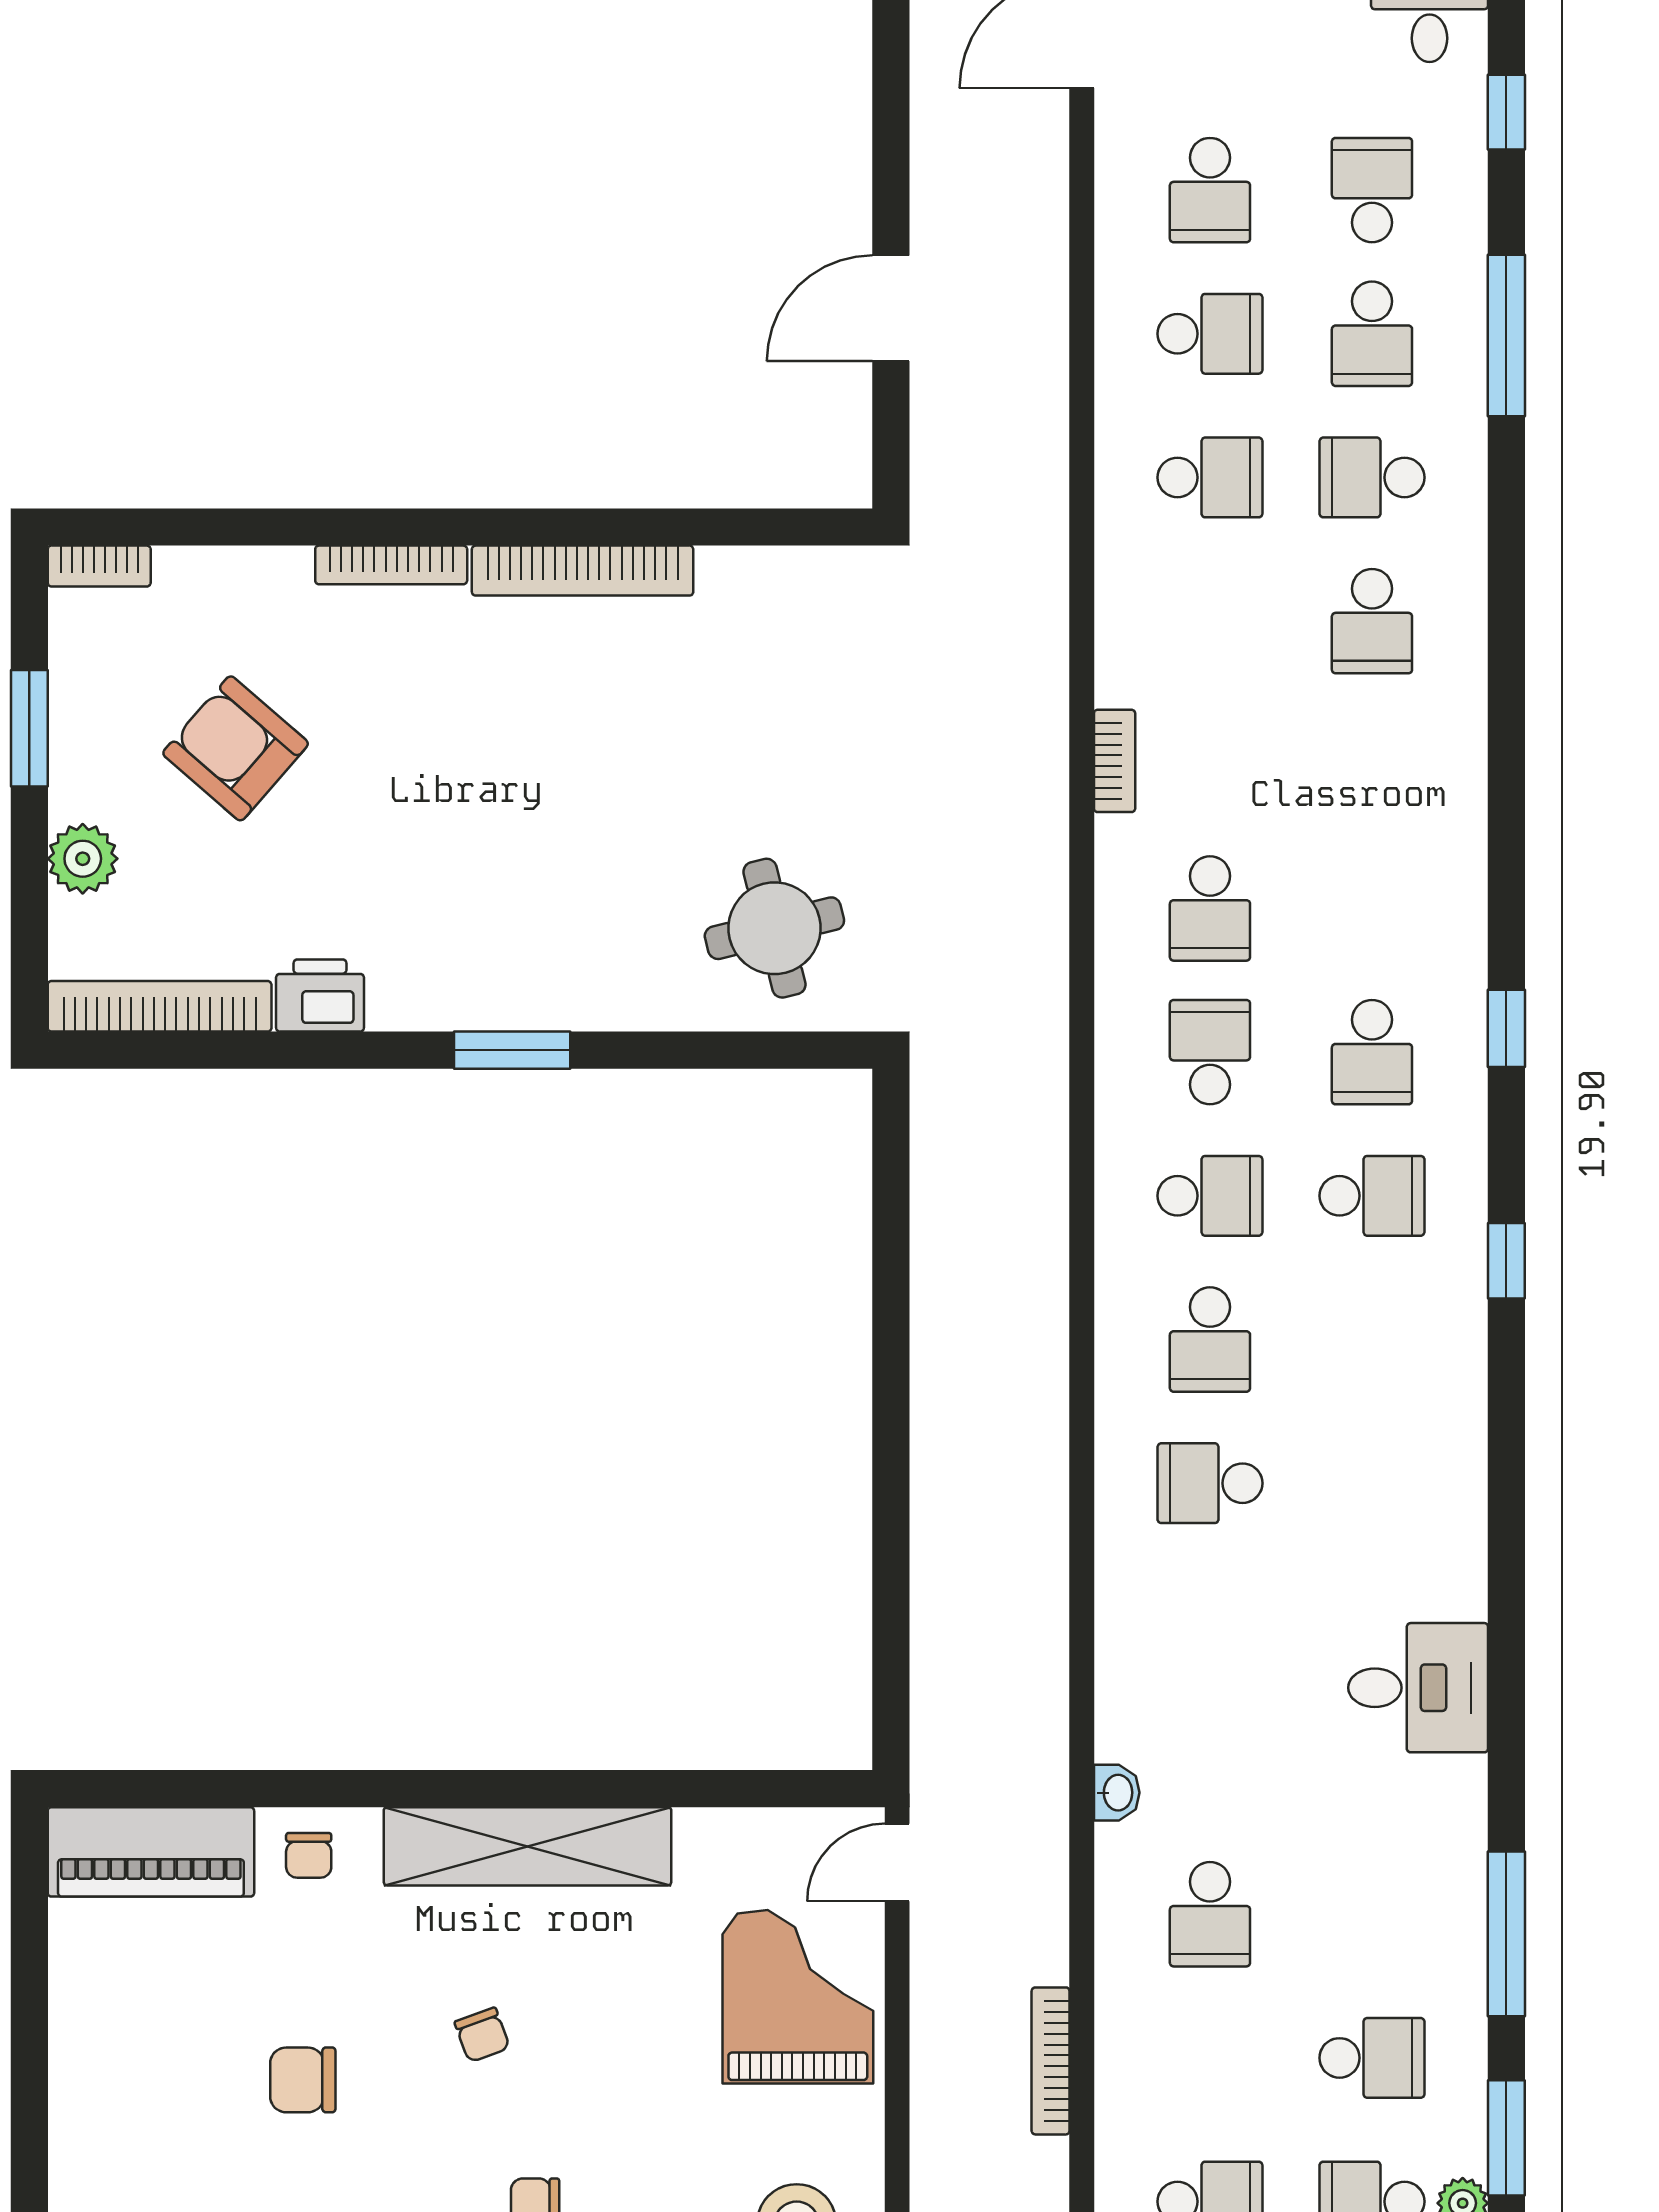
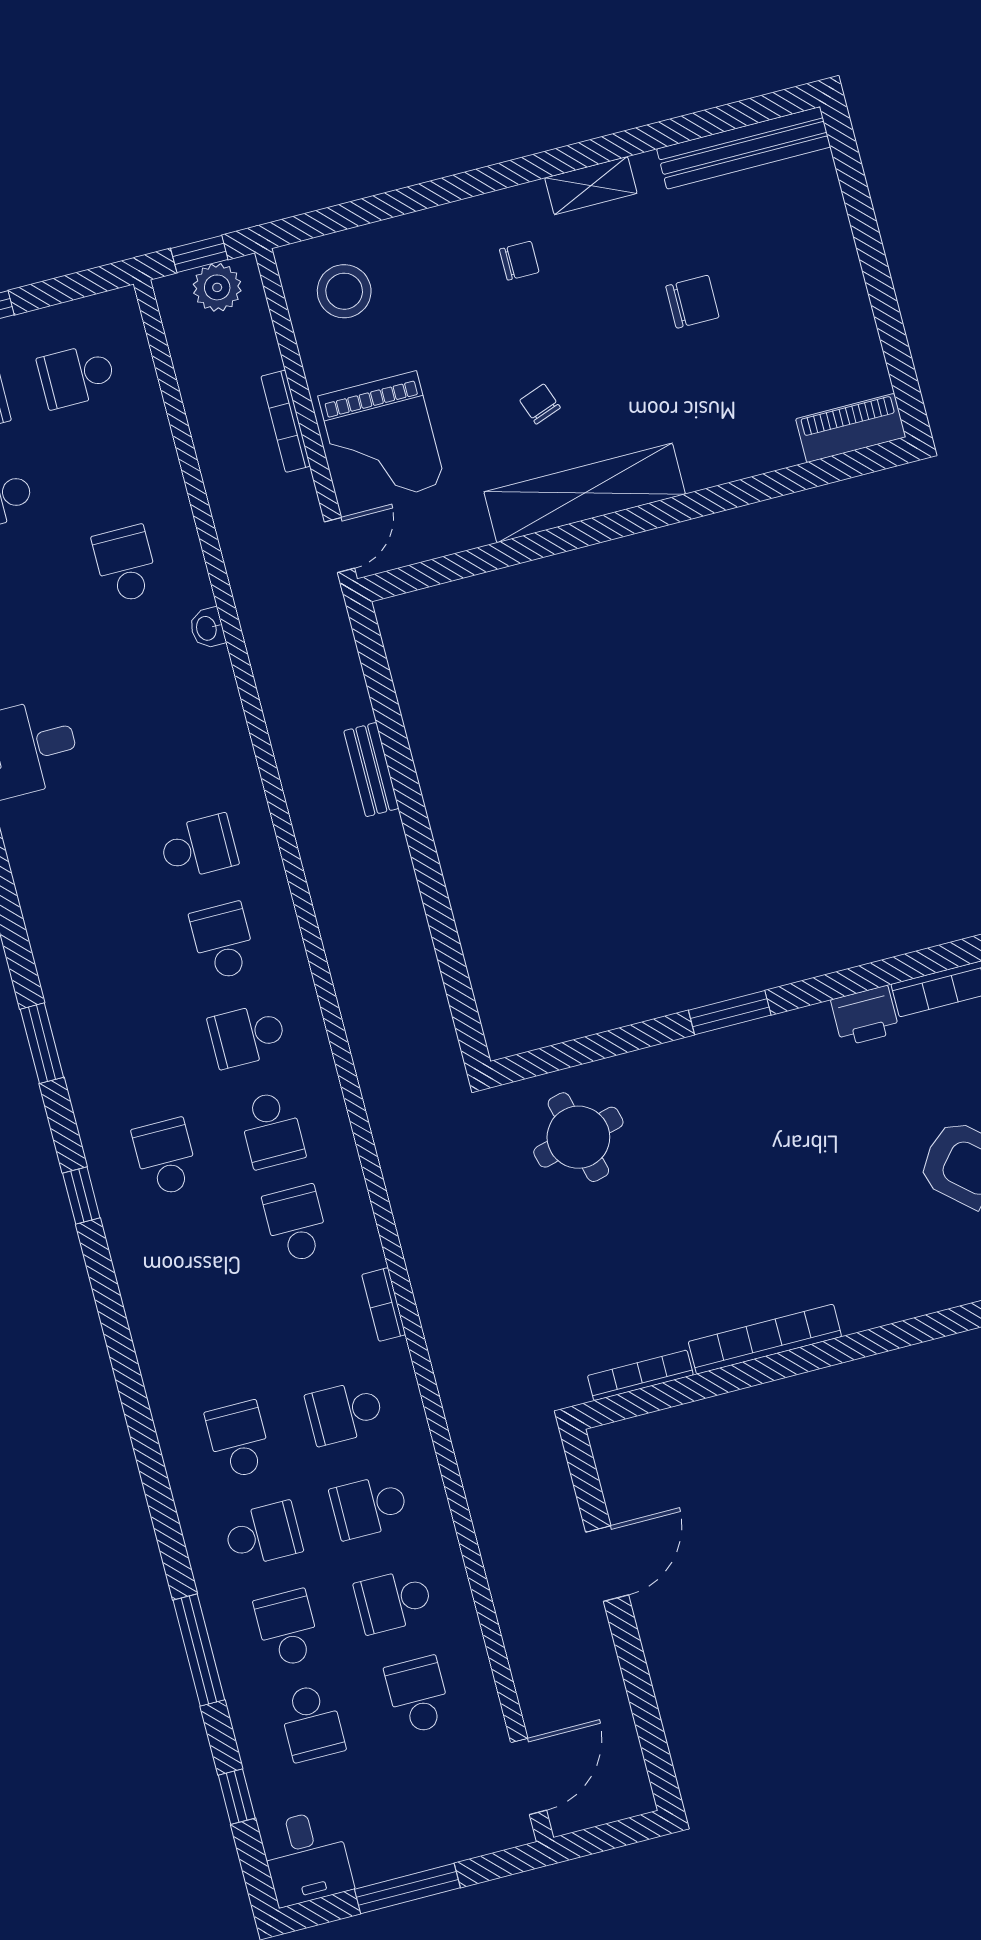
bookcase: (391, 565) -> (640, 1375), moved
school desk: (1372, 1196) -> (345, 1412), moved
window: (1506, 1261) -> (42, 1043), width x1.50
bench: (935, 1530) -> (371, 770), added
piano: (151, 1852) -> (851, 428), width x0.73, depth x0.75
chair: (309, 1855) -> (727, 450), removed
chair: (482, 2035) -> (540, 404), moved
bookcase: (1051, 2061) -> (286, 421), moved, turned 180

